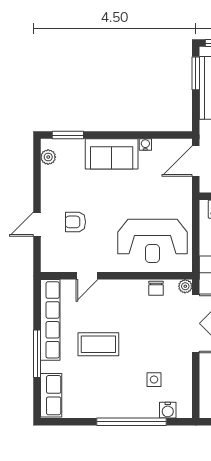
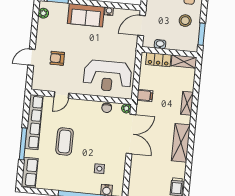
coffee table: (98, 344) -> (65, 141), turned 90

